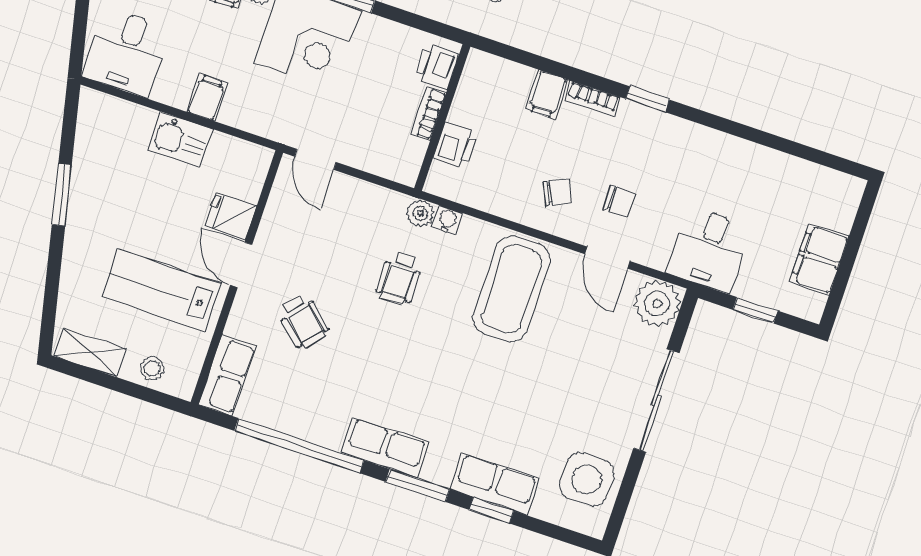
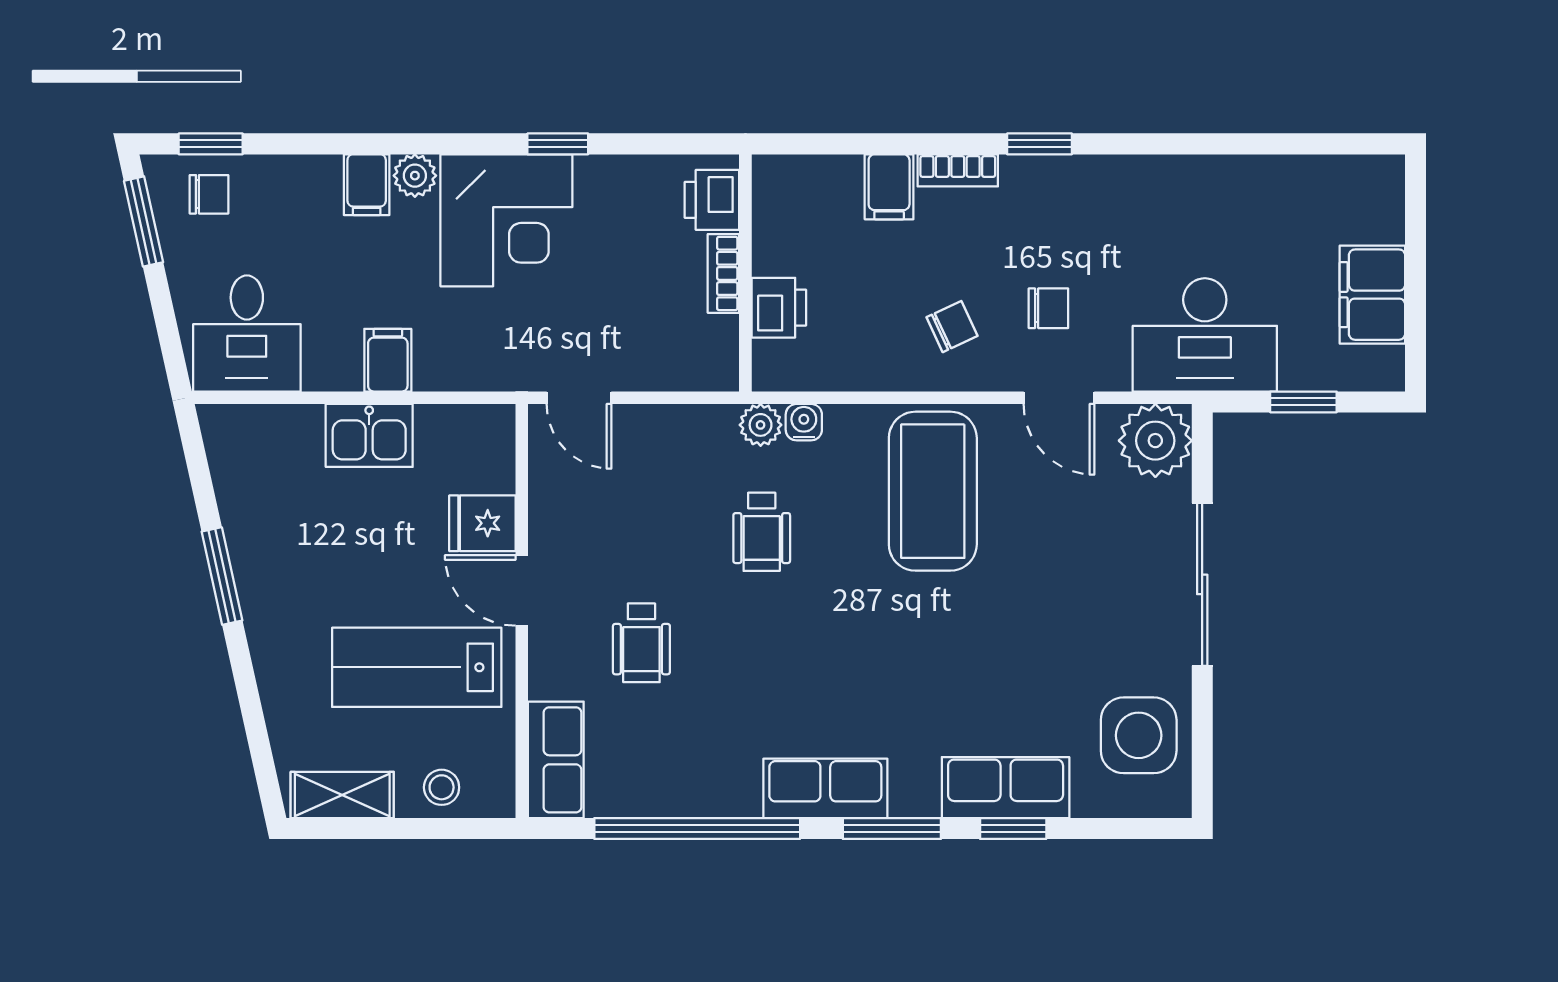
desk: (709, 249) -> (1205, 335), width x1.37
wheelchair: (303, 321) -> (641, 643), turned 49

